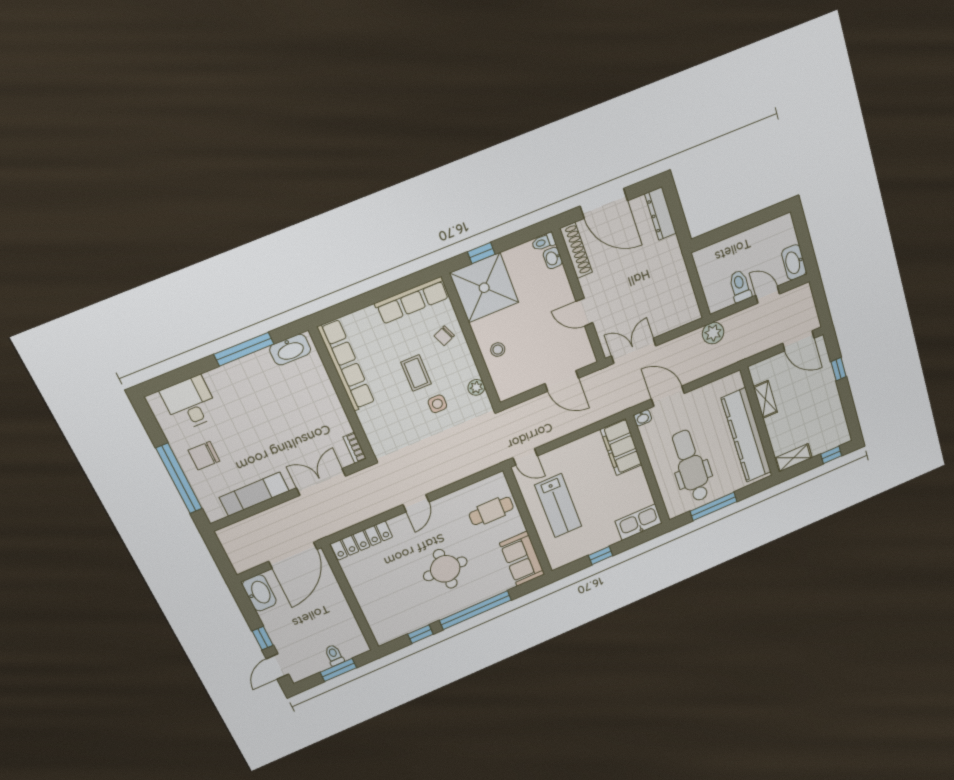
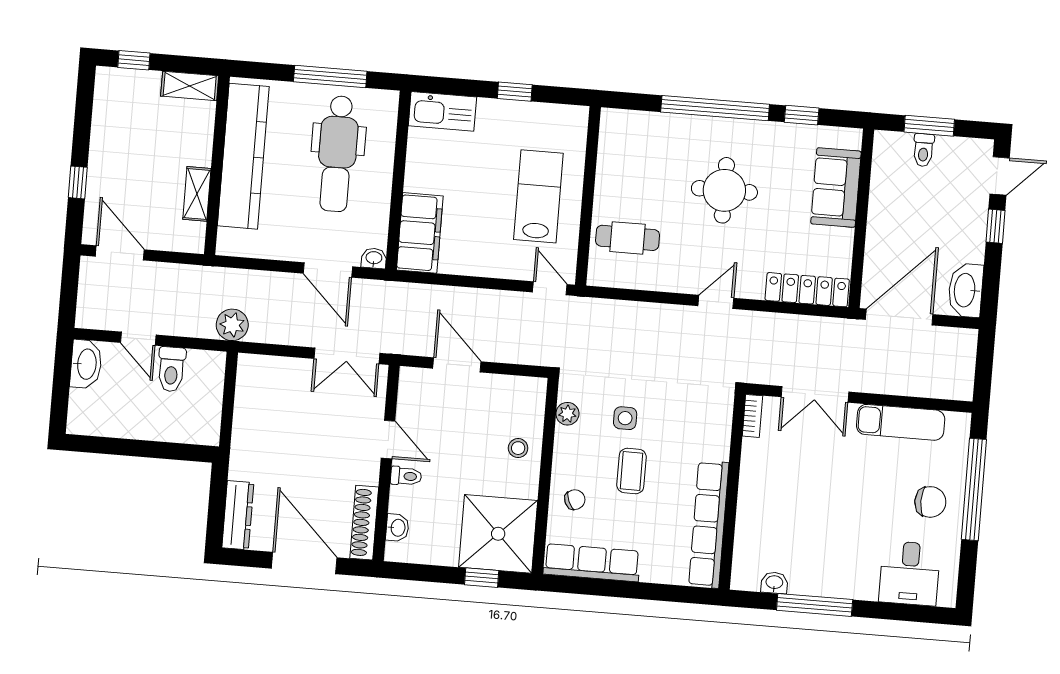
toilet: (544, 242) -> (406, 476), moved
washbasin: (290, 350) -> (774, 583), width x0.52, depth x0.69
sofa: (522, 559) -> (836, 188), moved, turned 180

